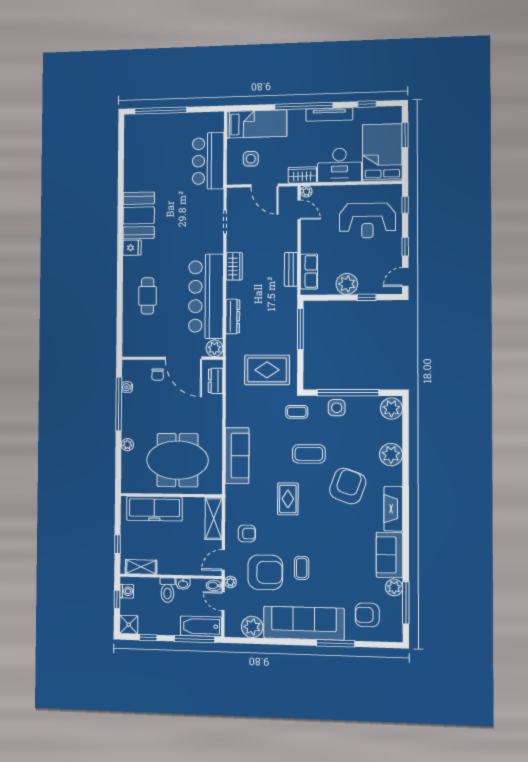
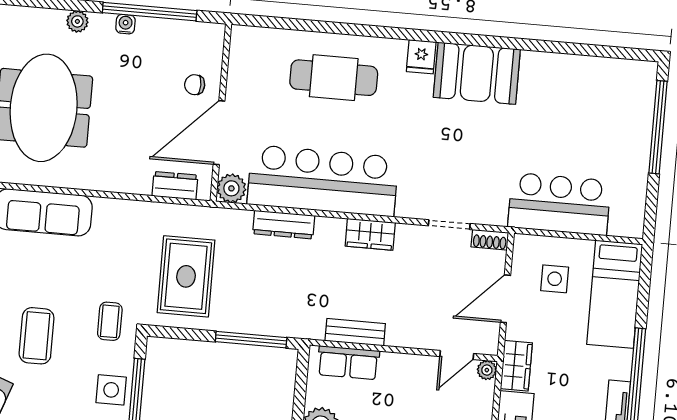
shoe rack: (232, 198) -> (490, 240), added
cafe table: (147, 296) -> (334, 78), width x1.37, depth x1.35
water cooler: (127, 387) -> (125, 24), moved

